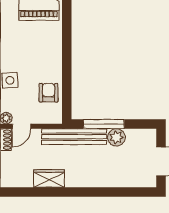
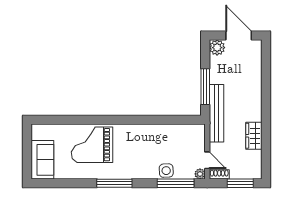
armchair: (49, 93) -> (177, 136), removed
plant: (116, 137) -> (217, 48), moved

